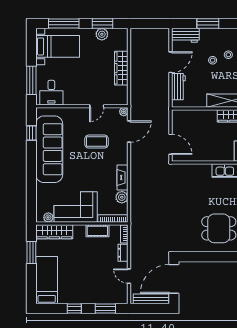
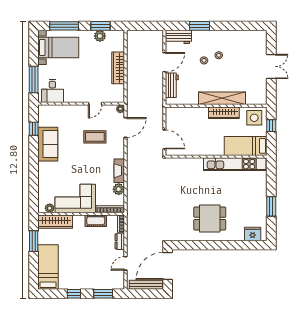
sofa: (49, 149) -> (48, 144), width x0.54, depth x0.79
door: (129, 276) -> (125, 263), hinge flipped

